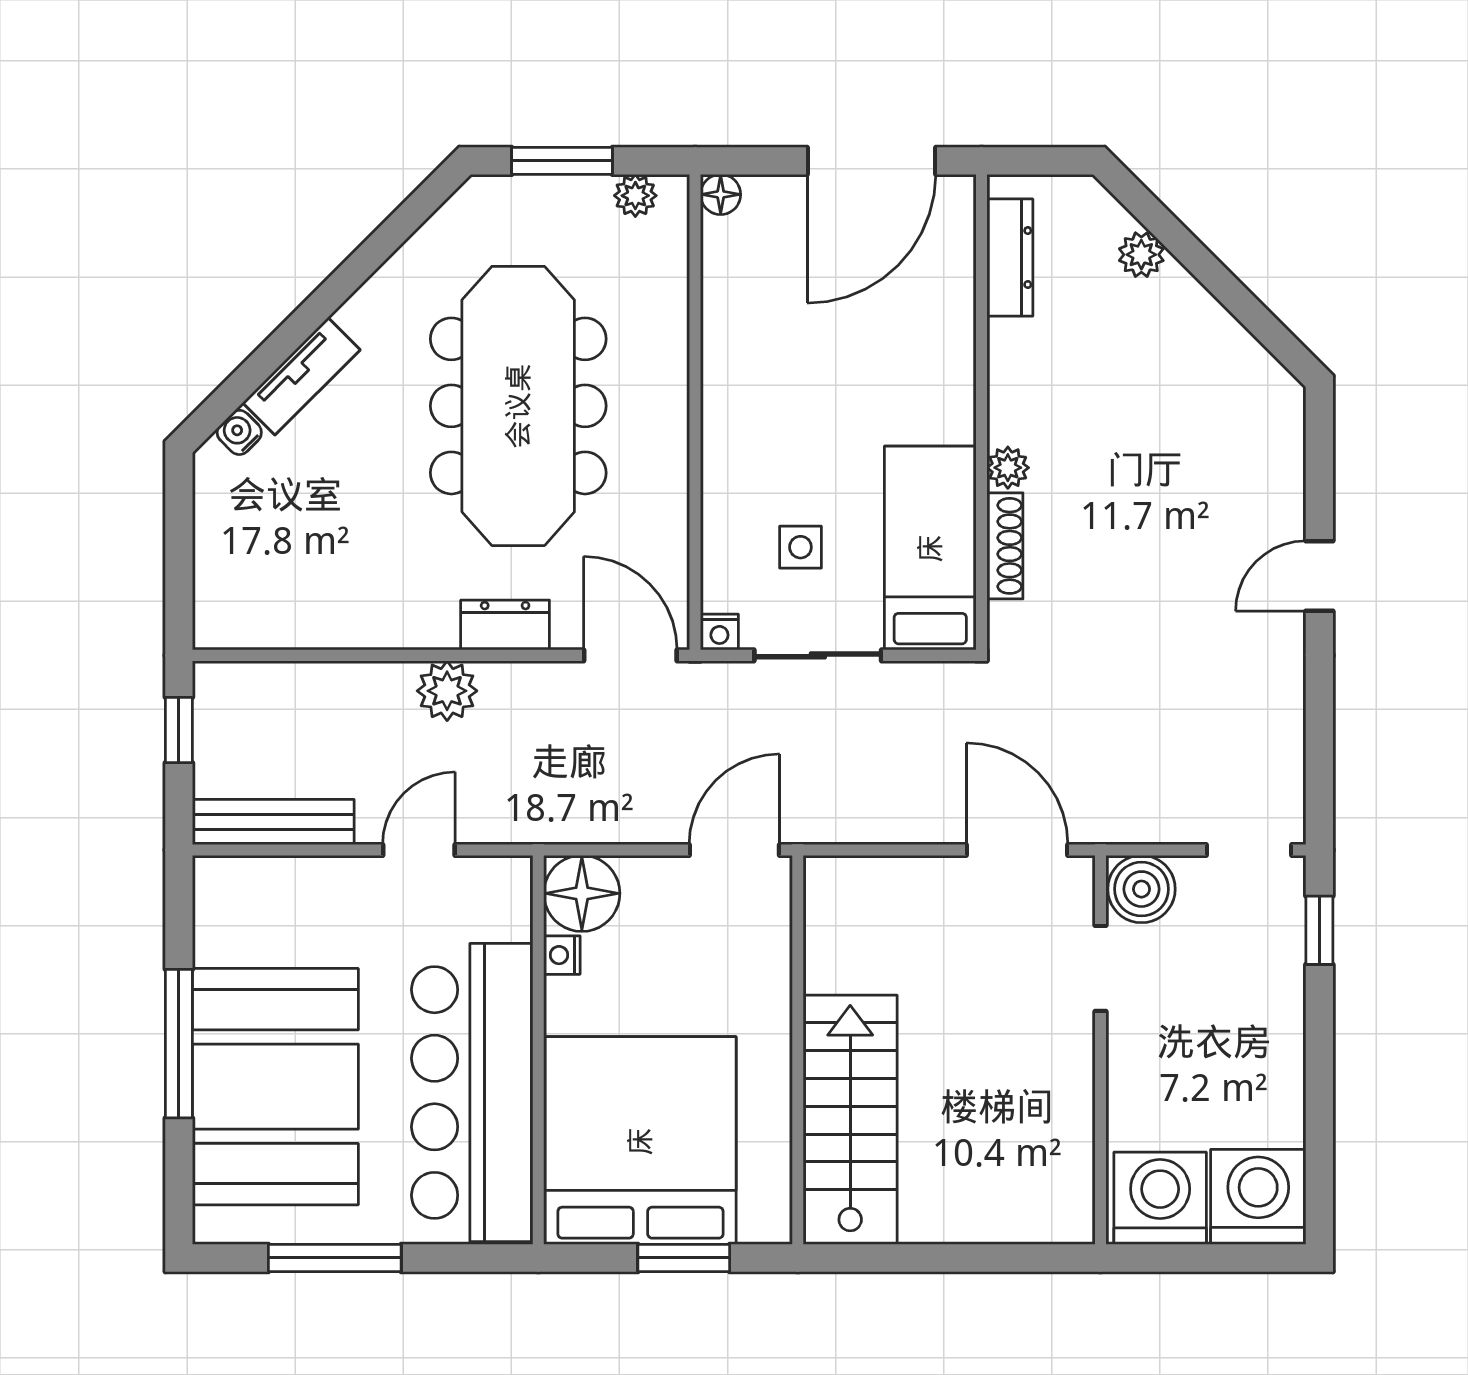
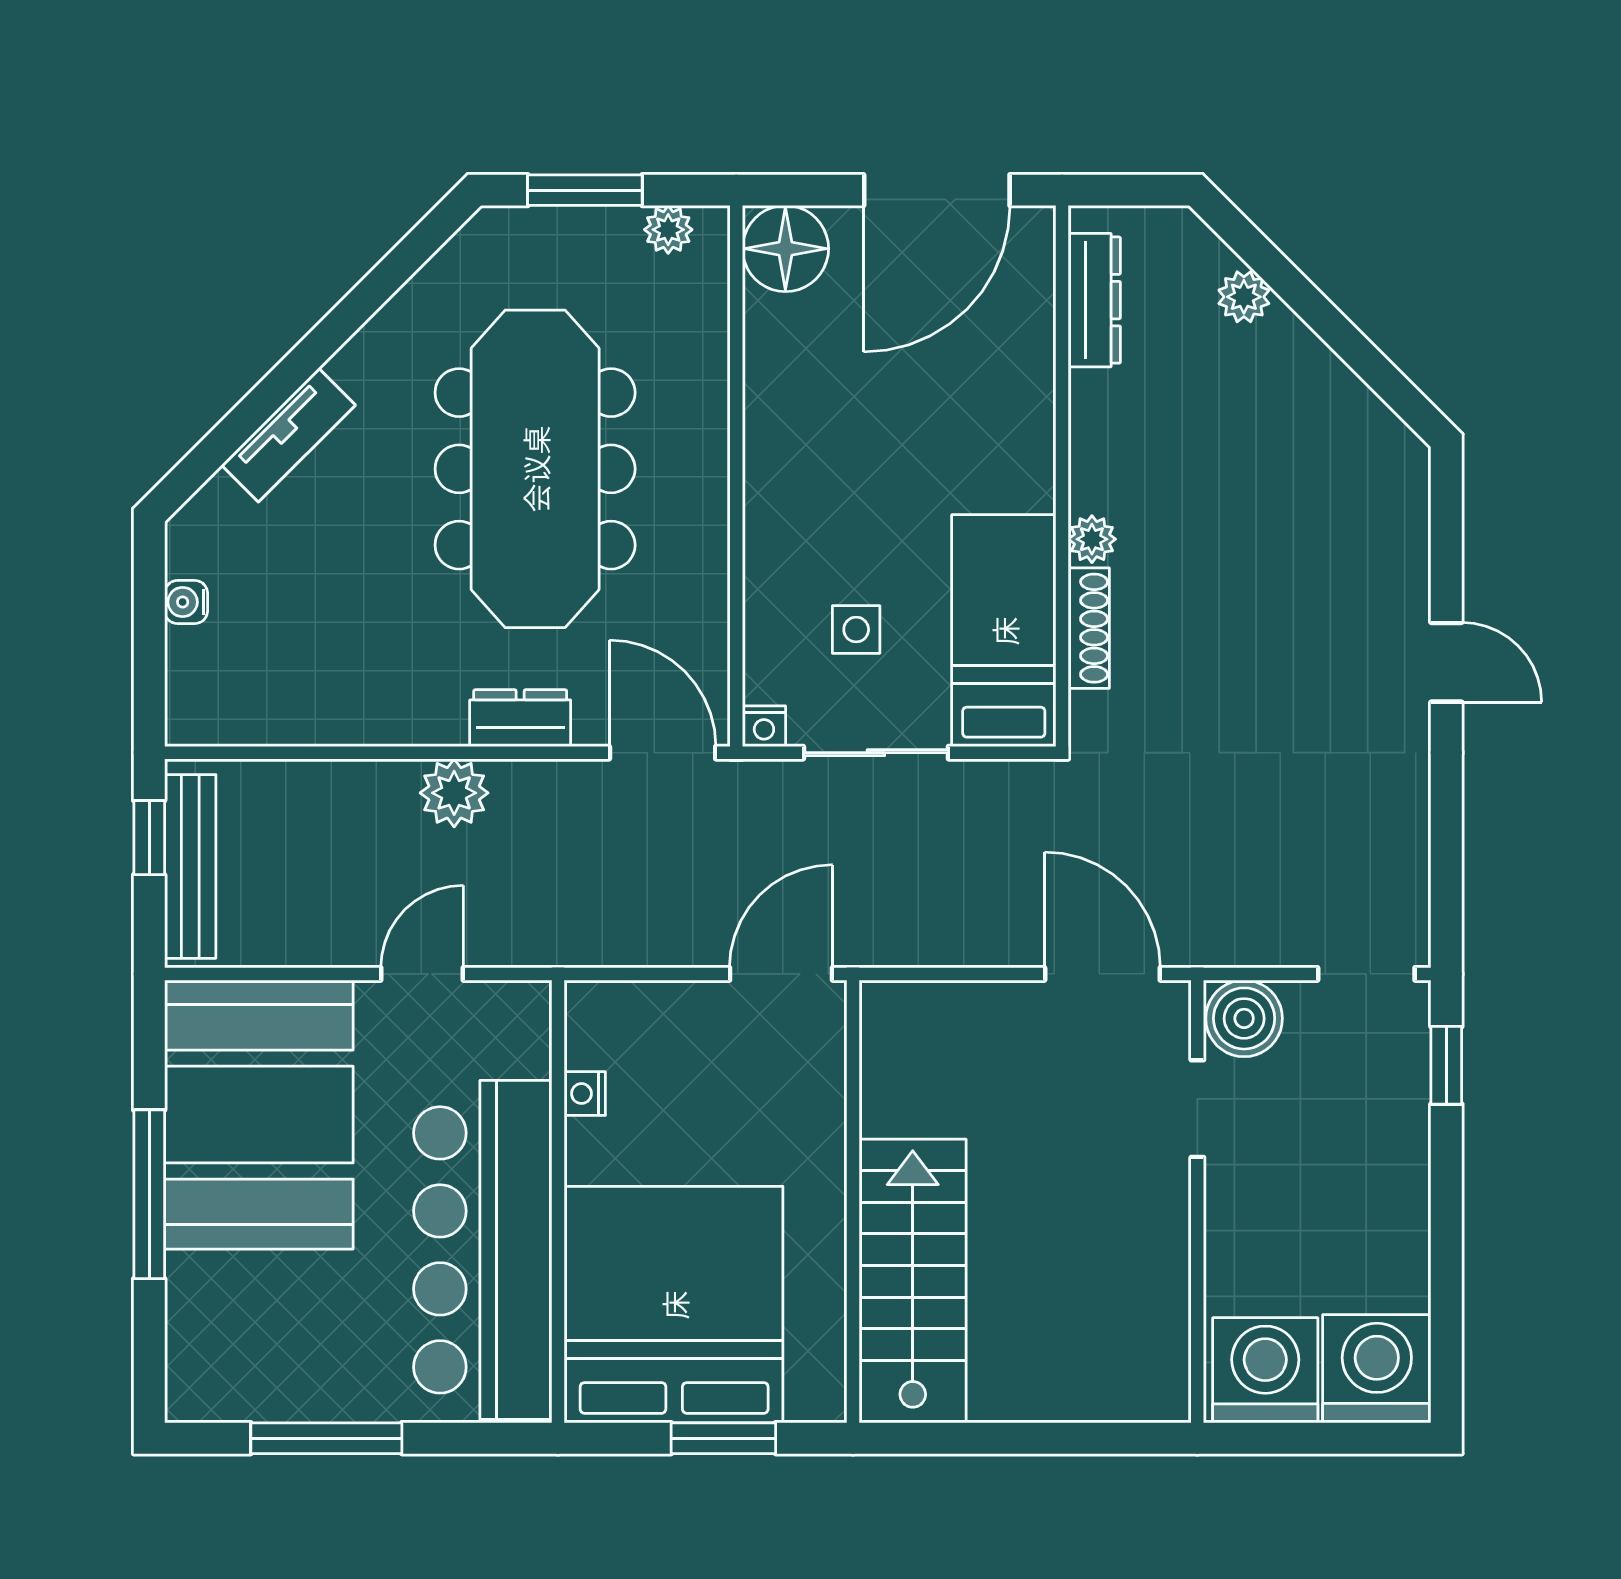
floor lamp: (721, 194) -> (785, 249), width x1.89, depth x1.89
water cooler: (239, 432) -> (186, 602), moved, turned -45
door: (1319, 576) -> (1446, 662), swing flipped
bench: (273, 822) -> (190, 866), moved, turned 90
floor lamp: (582, 893) -> (607, 1023), removed
booth: (275, 1087) -> (259, 1115), moved

